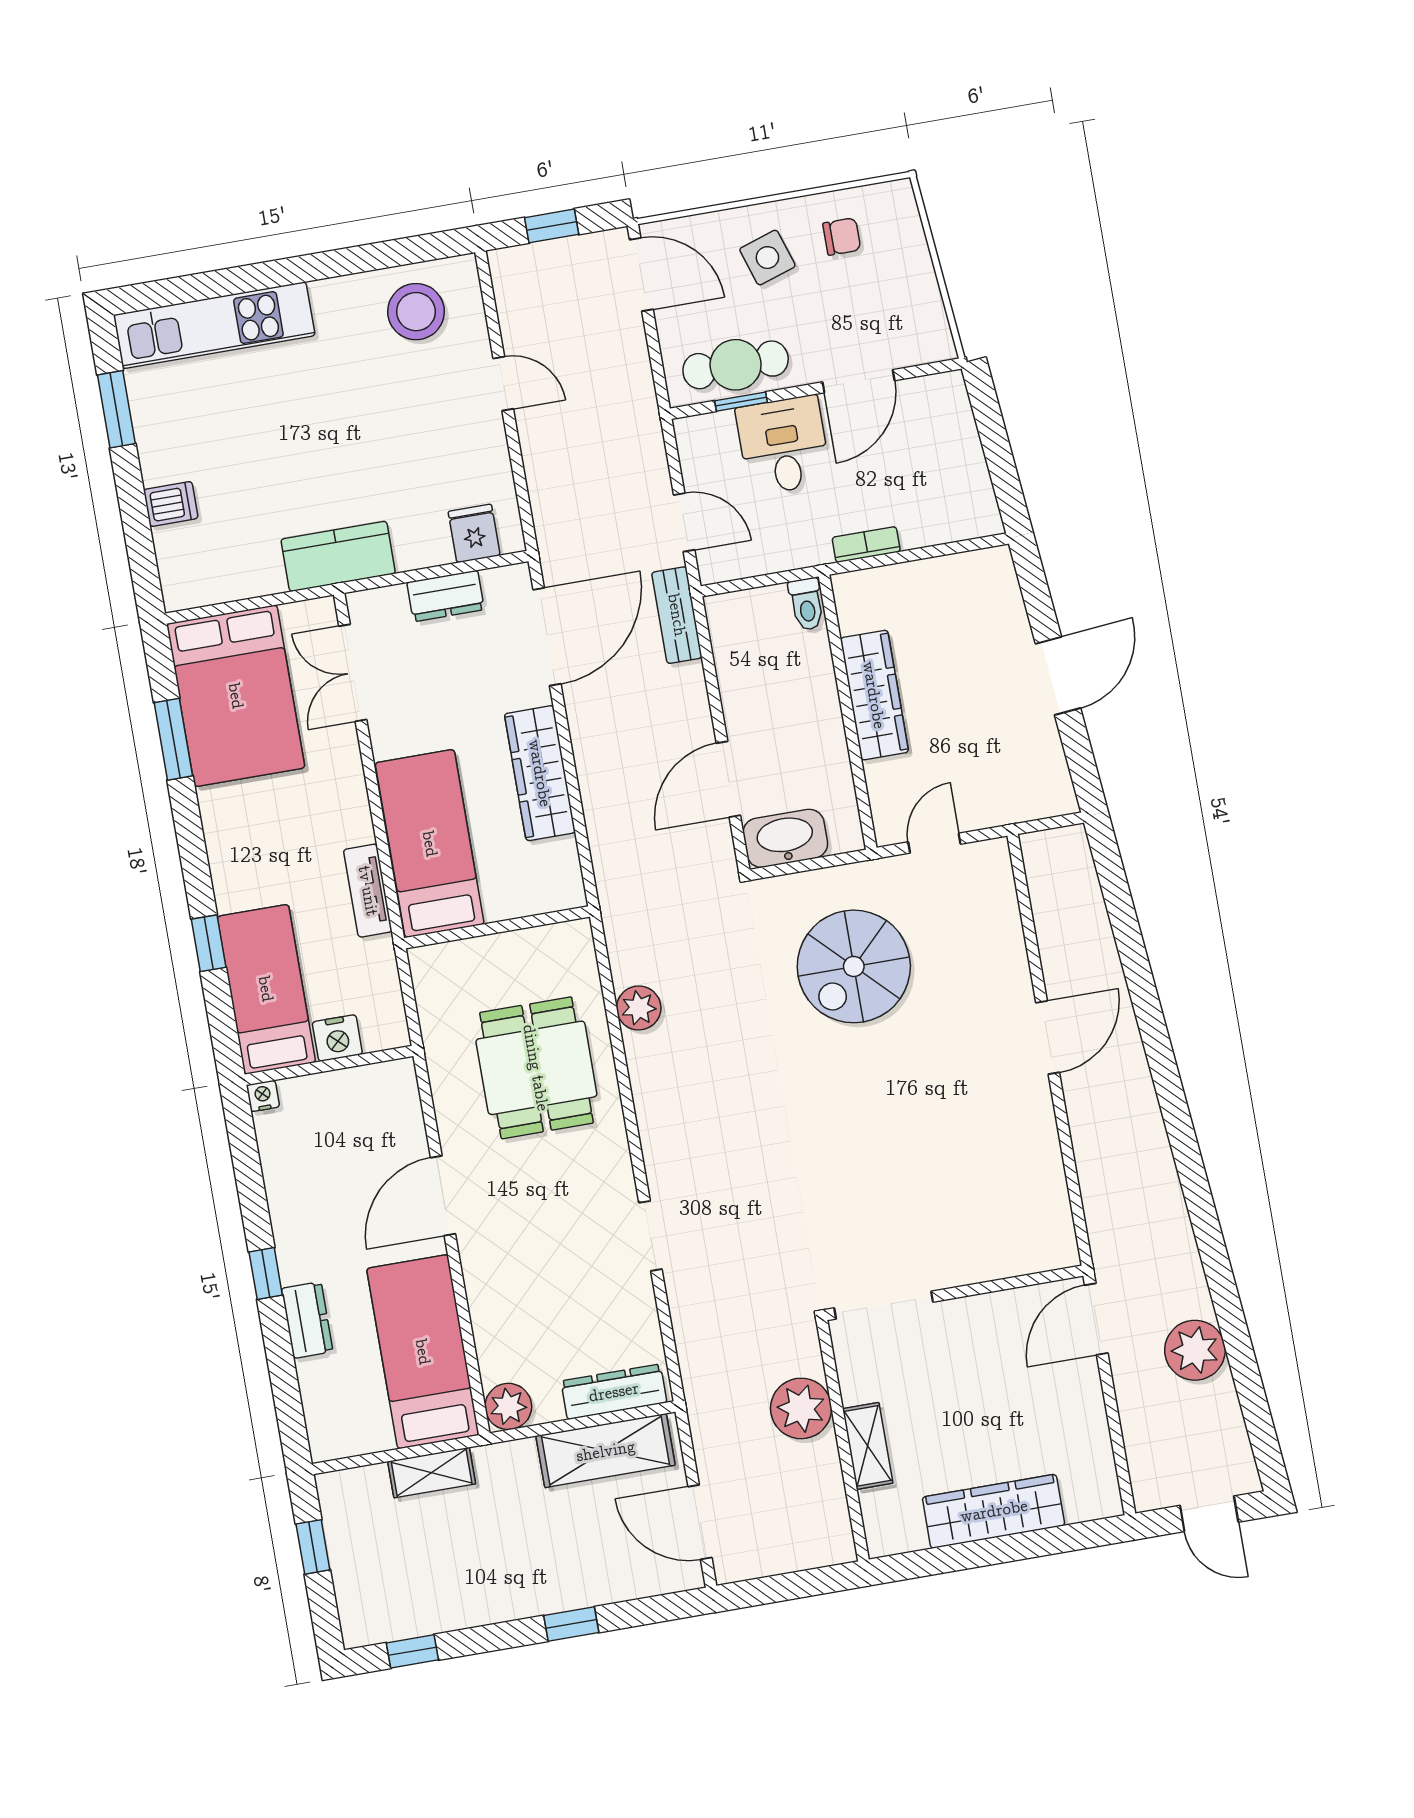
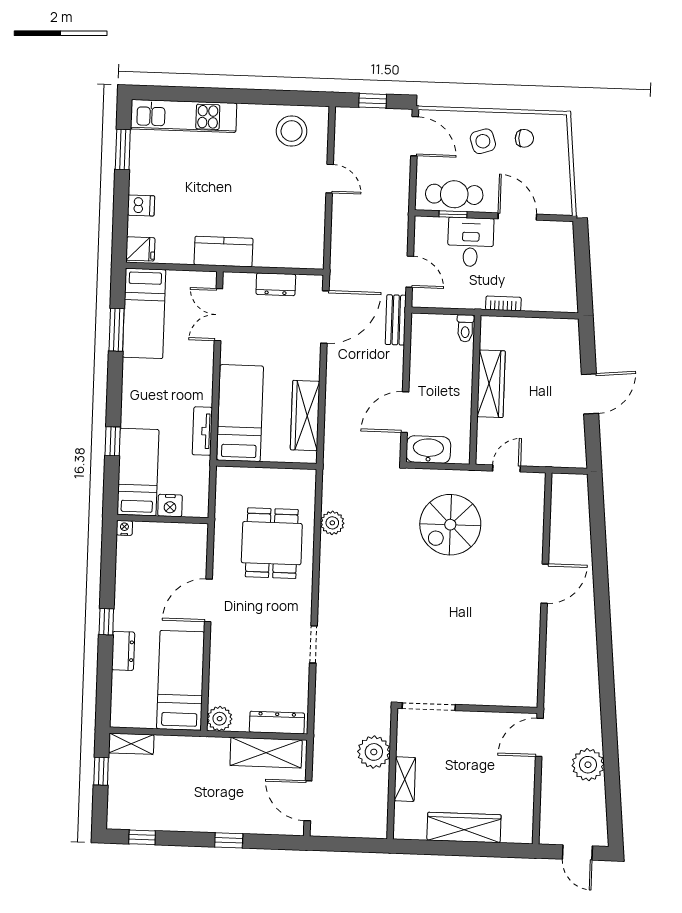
door: (858, 381) -> (517, 216), swing flipped
fridge: (474, 533) -> (140, 249), moved, turned 90
bed: (236, 696) -> (144, 313), width x0.67
wardrobe: (540, 773) -> (305, 416), moved
shelving: (432, 1473) -> (131, 744), moved

